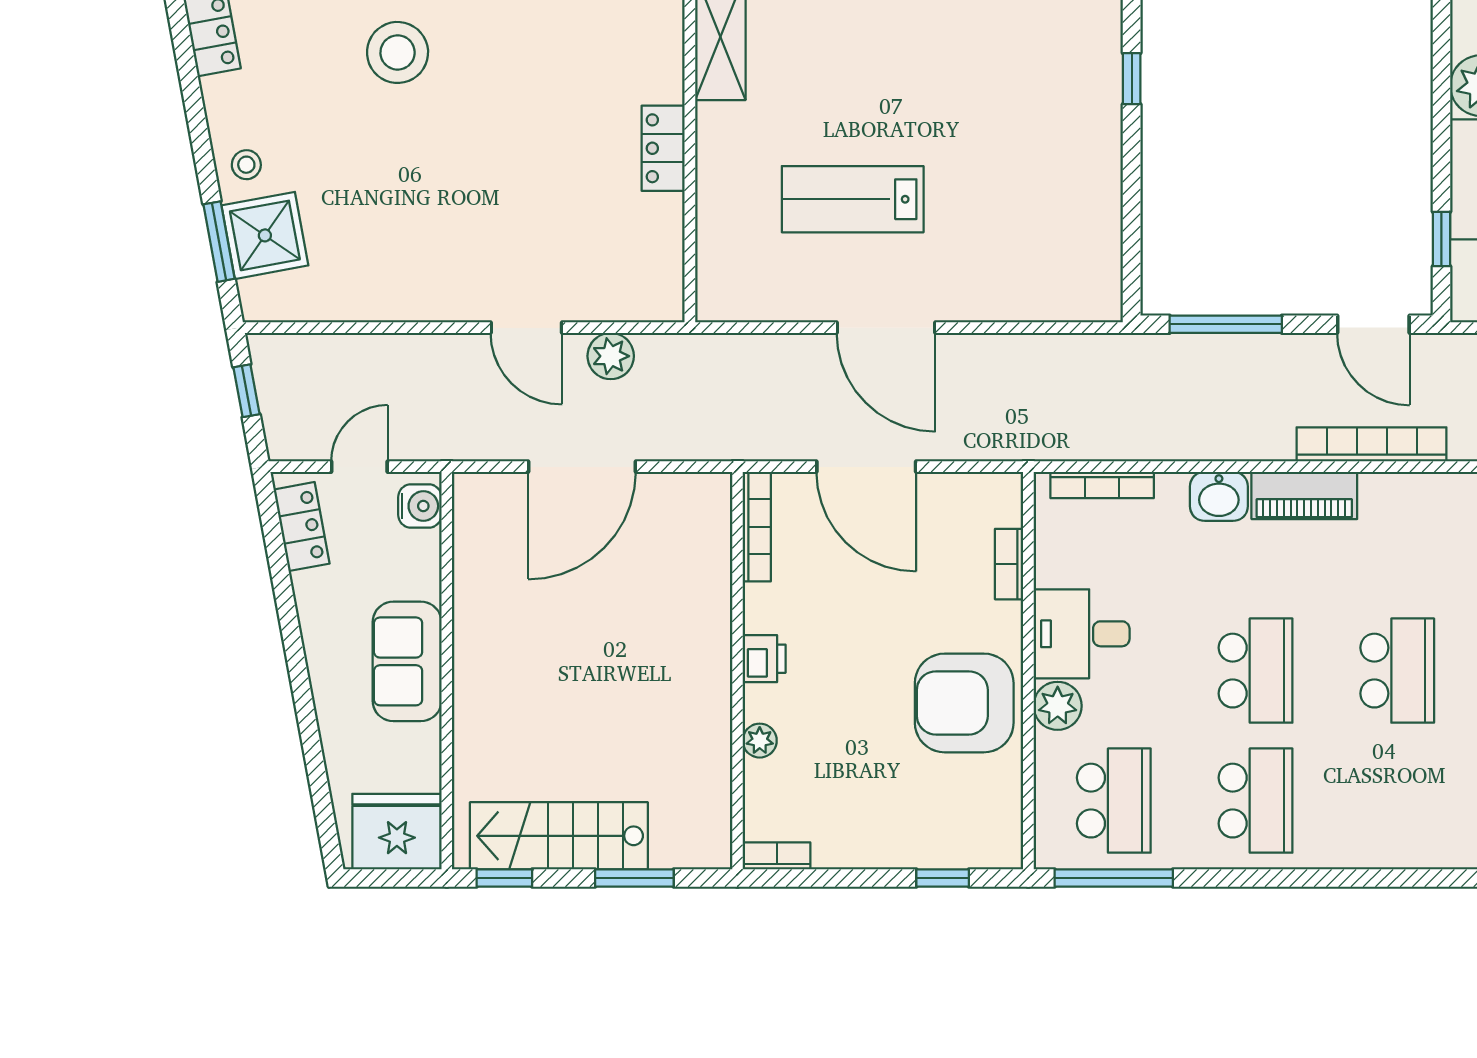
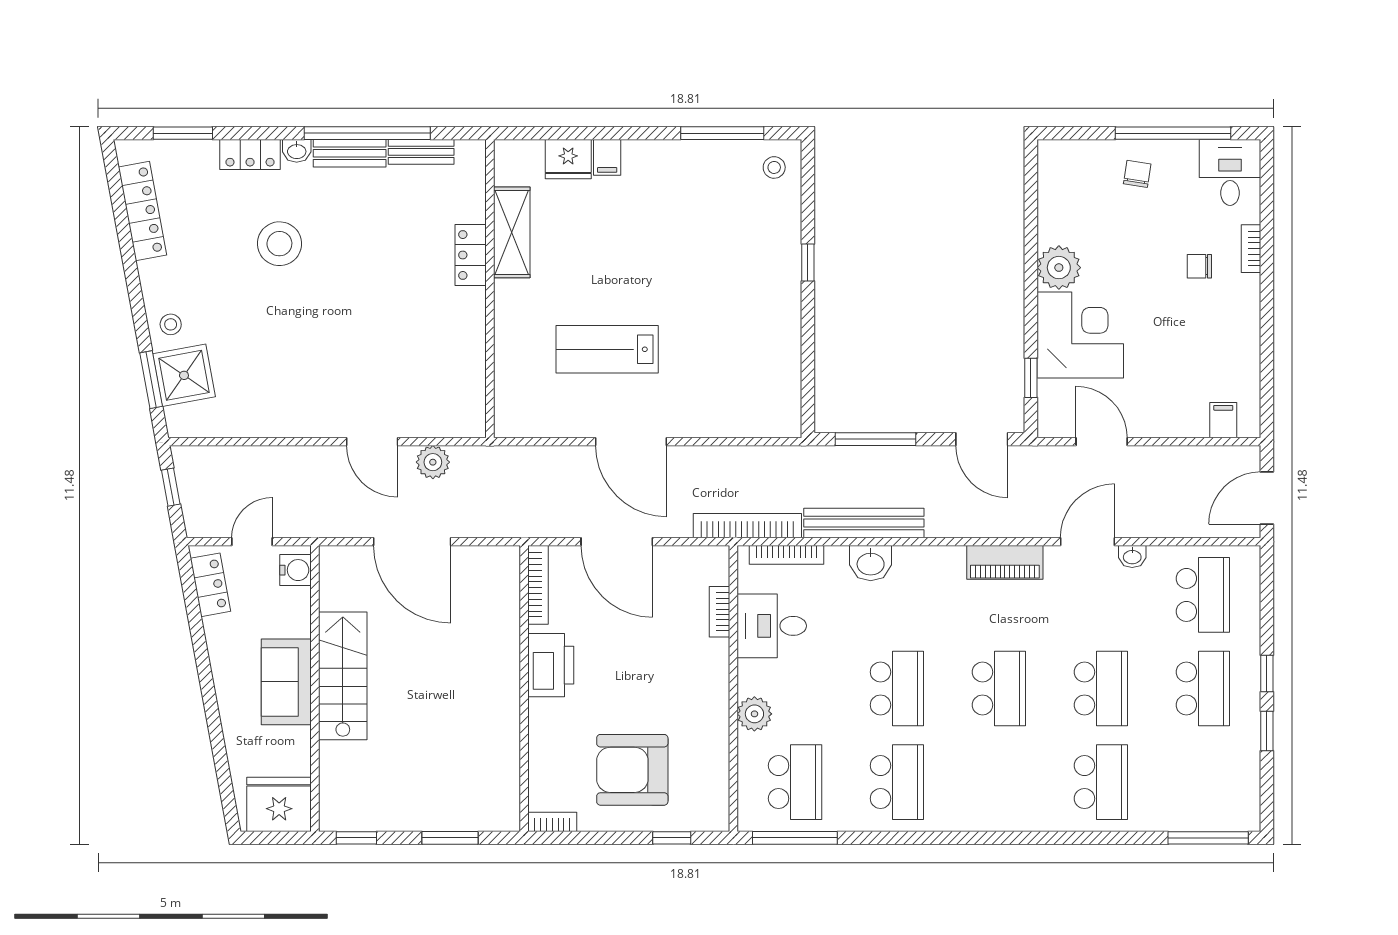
locker: (663, 148) -> (471, 255), moved
bench: (1210, 441) -> (864, 523), added
bookcase: (1372, 444) -> (747, 526), moved
door: (582, 467) -> (412, 542), hinge flipped
piano: (1304, 495) -> (1005, 562), moved
desk: (1082, 634) -> (772, 626), moved
printer: (764, 659) -> (551, 665), width x1.87, depth x1.48
armchair: (964, 703) -> (632, 770), moved
plant: (760, 741) -> (540, 739), removed
stairs: (559, 836) -> (343, 676), moved, turned 90

